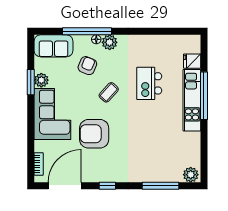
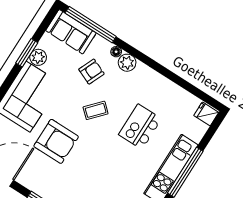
window: (87, 31) -> (91, 25), moved
fridge: (192, 61) -> (206, 114), moved
armchair: (94, 134) -> (56, 141), turned 180

